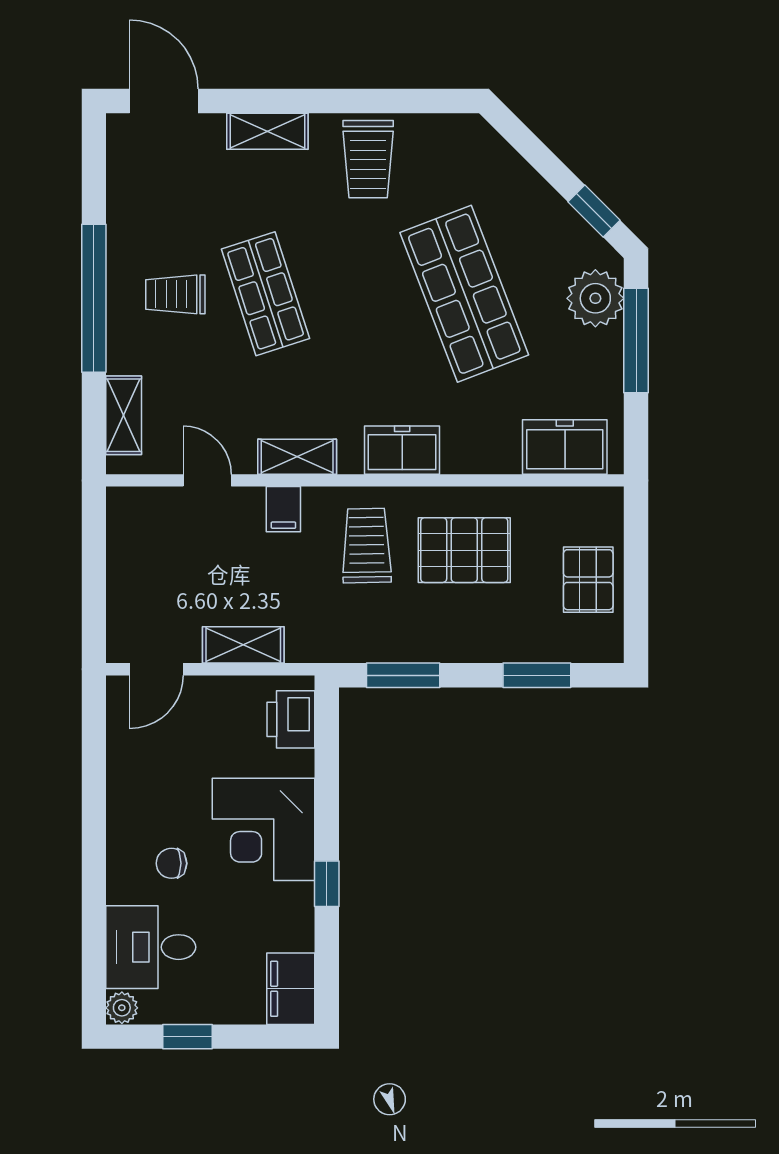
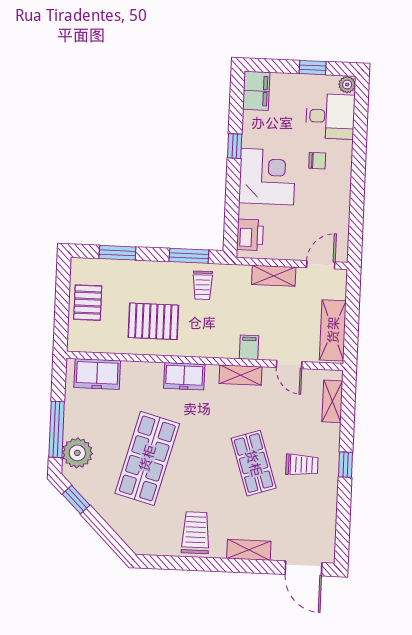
shop shelf: (464, 294) -> (147, 458), turned 36
window: (94, 298) -> (346, 465), width x0.32
trolley: (367, 546) -> (203, 285), moved, width x0.73, depth x0.72
shelving: (128, 548) -> (333, 330), added

